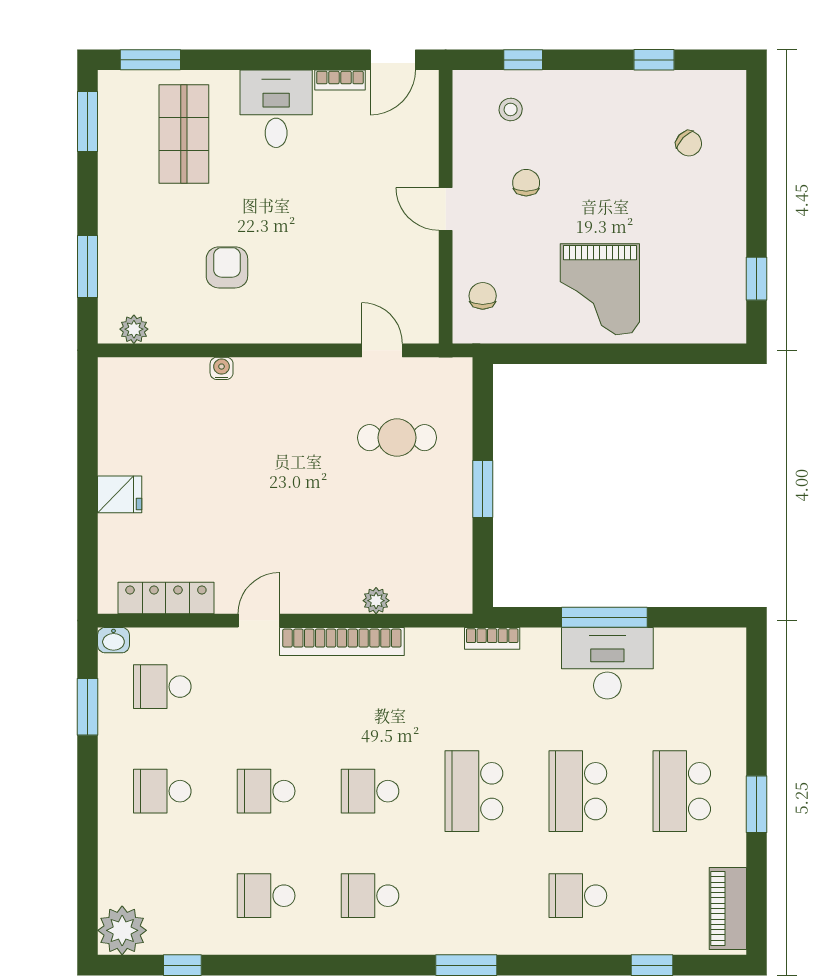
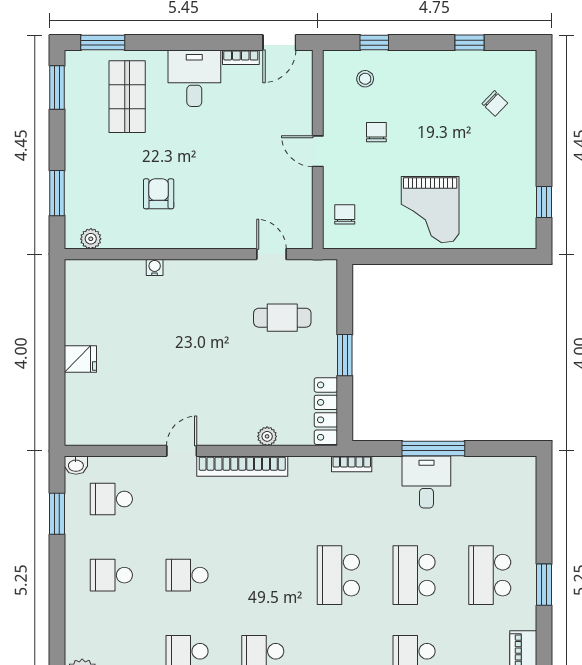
locker: (166, 598) -> (326, 411), moved, turned -90
desk: (607, 663) -> (426, 482), width x0.73
school desk: (370, 791) -> (263, 575), removed

